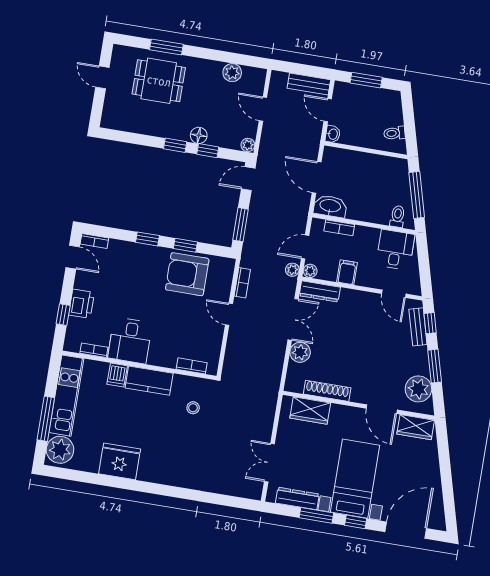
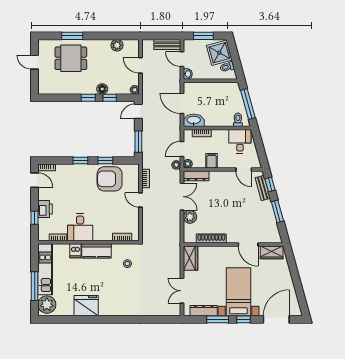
shower: (386, 110) -> (219, 53), added
plant: (418, 389) -> (269, 228), removed
wardrobe: (310, 411) -> (190, 258), moved, turned -90

